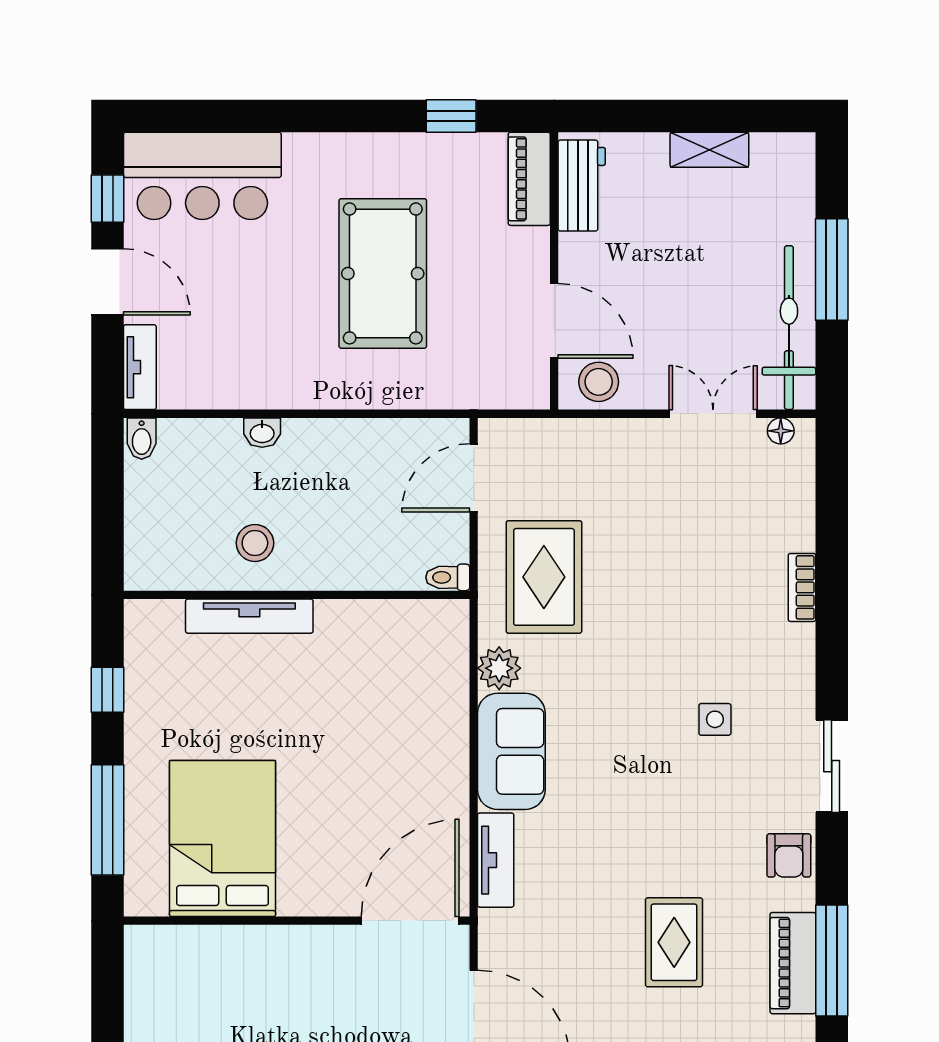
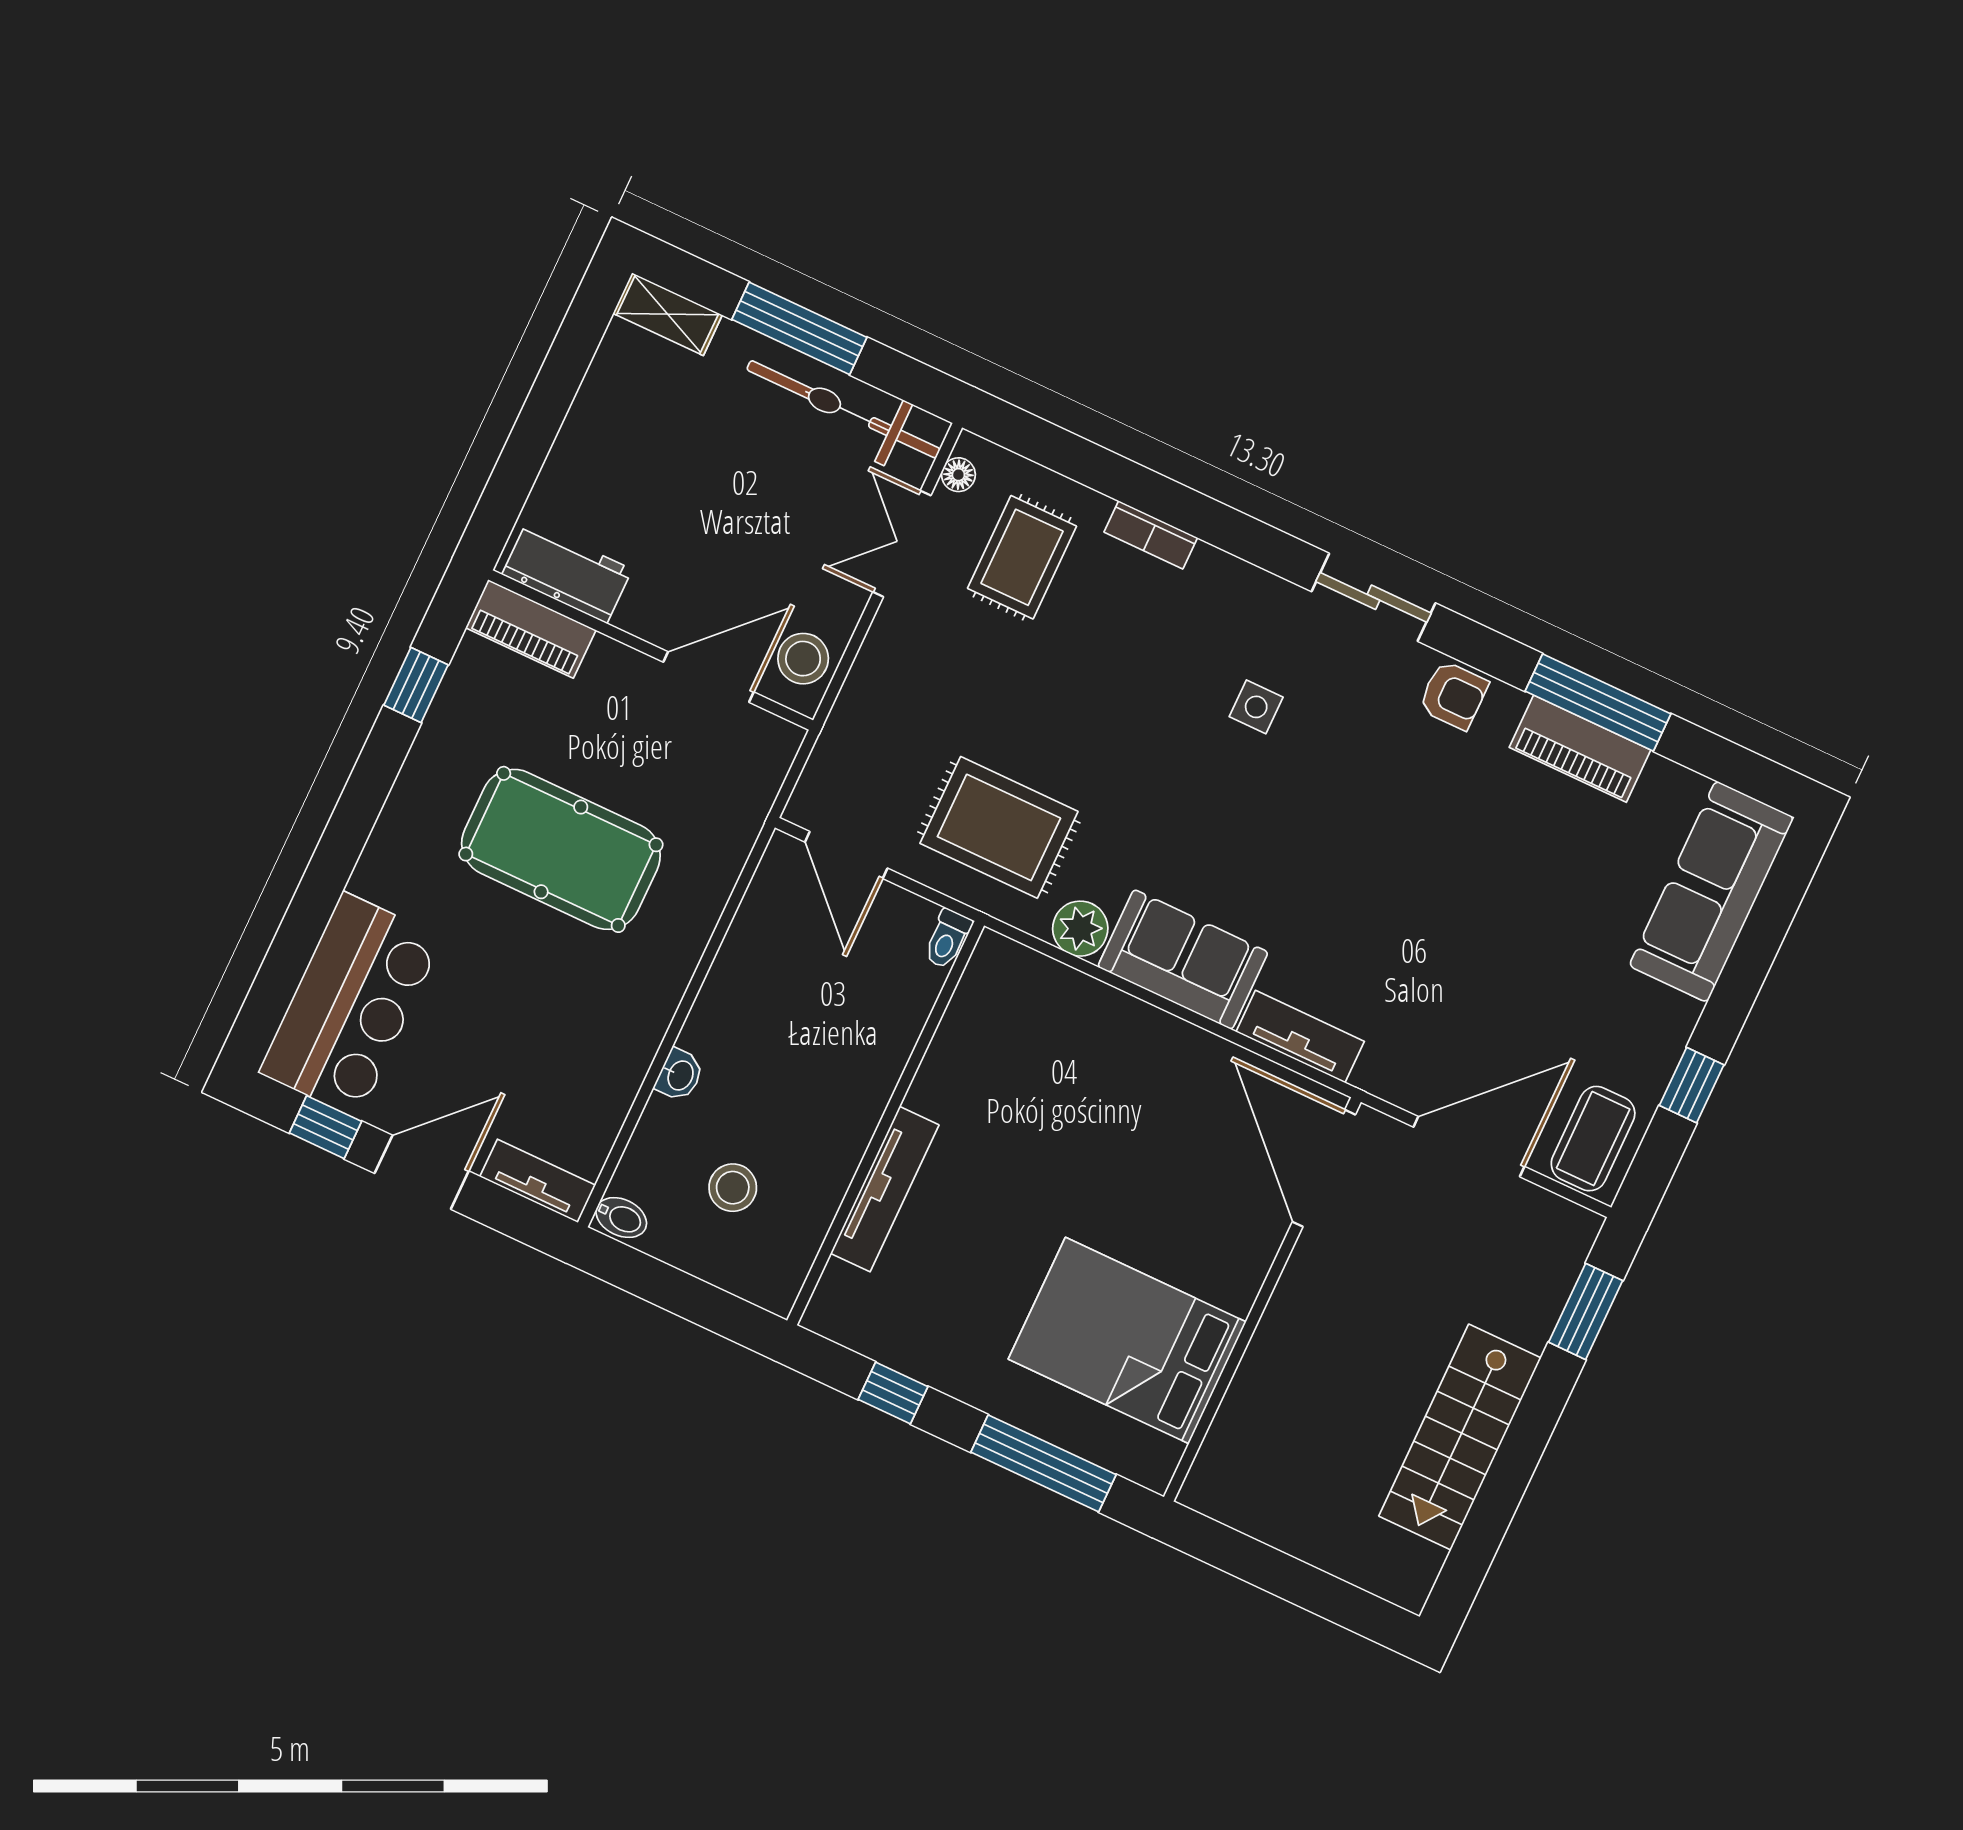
shelving: (709, 150) -> (668, 314), moved, turned 90
stool: (255, 543) -> (733, 1188), moved
rug: (674, 942) -> (1022, 557), moved, turned 90

